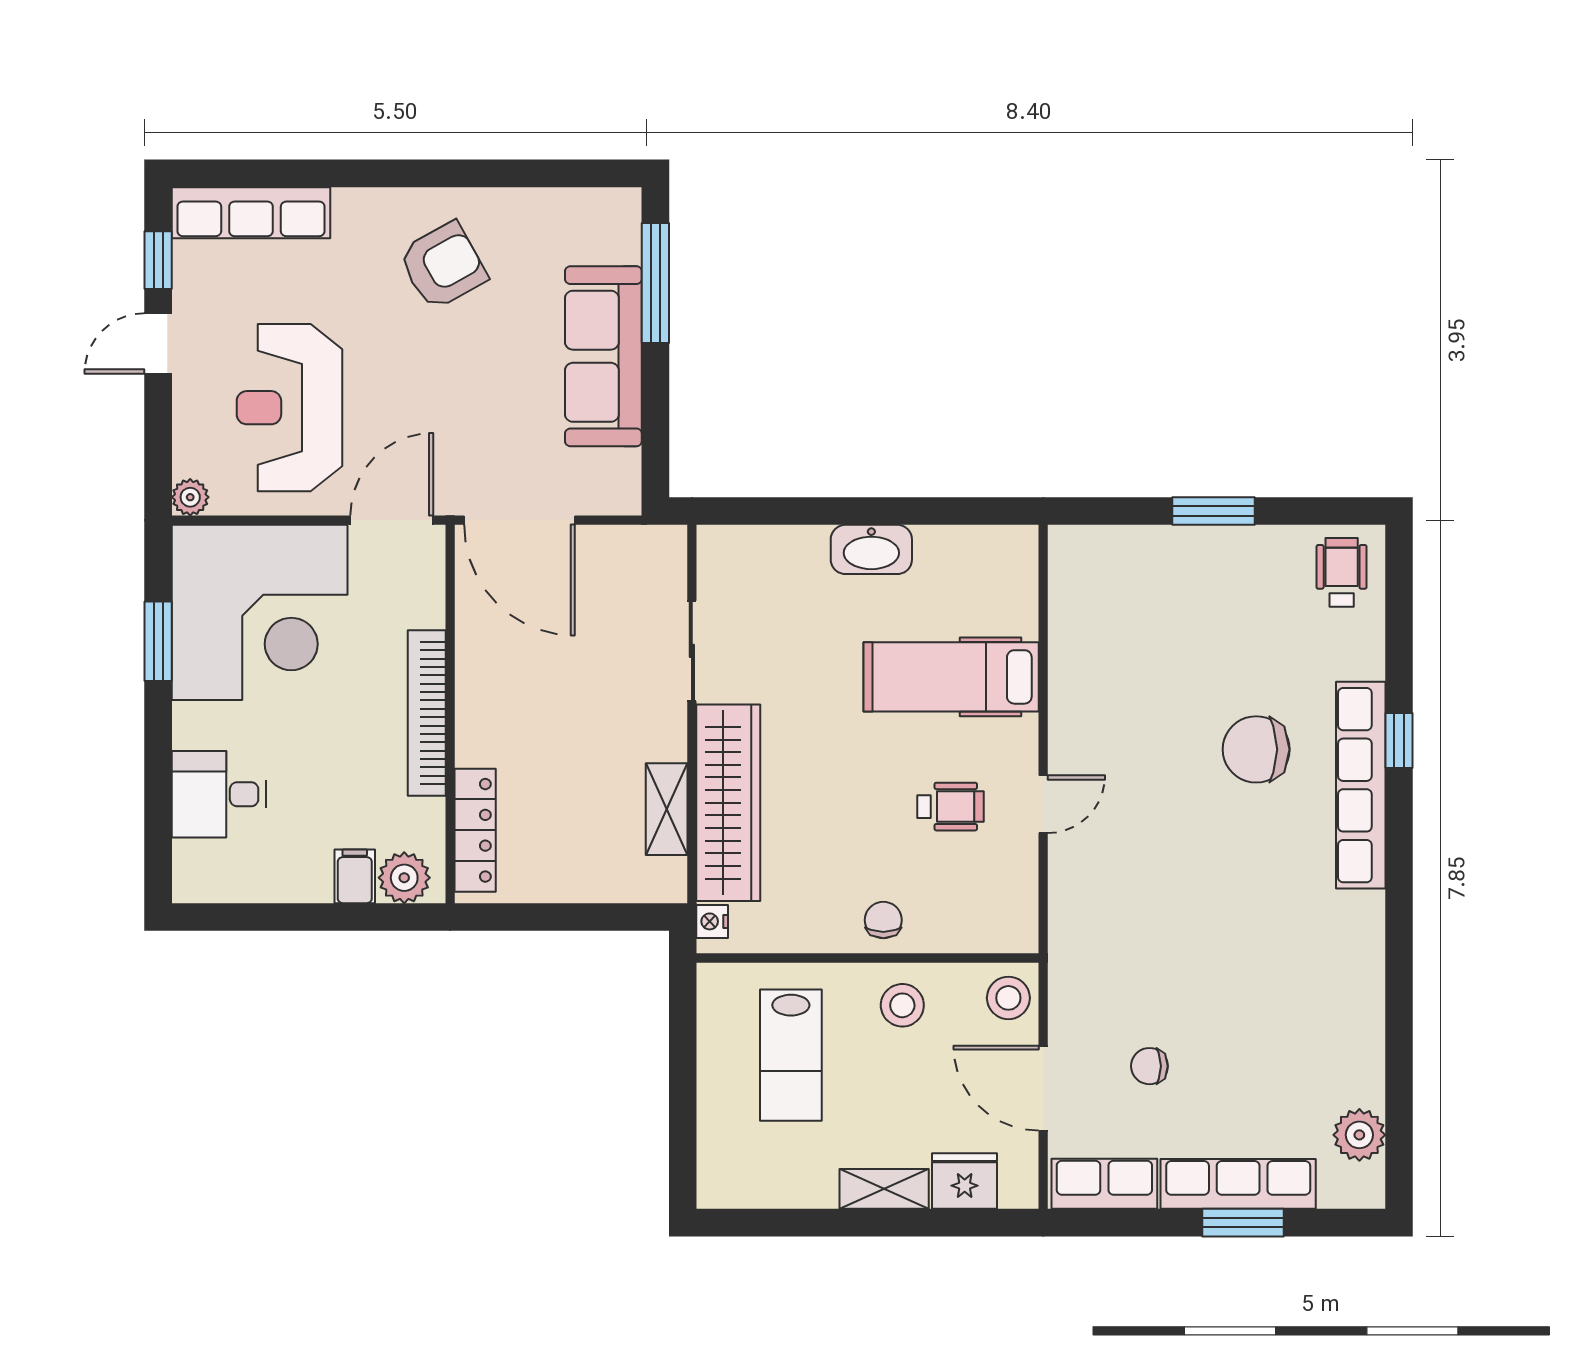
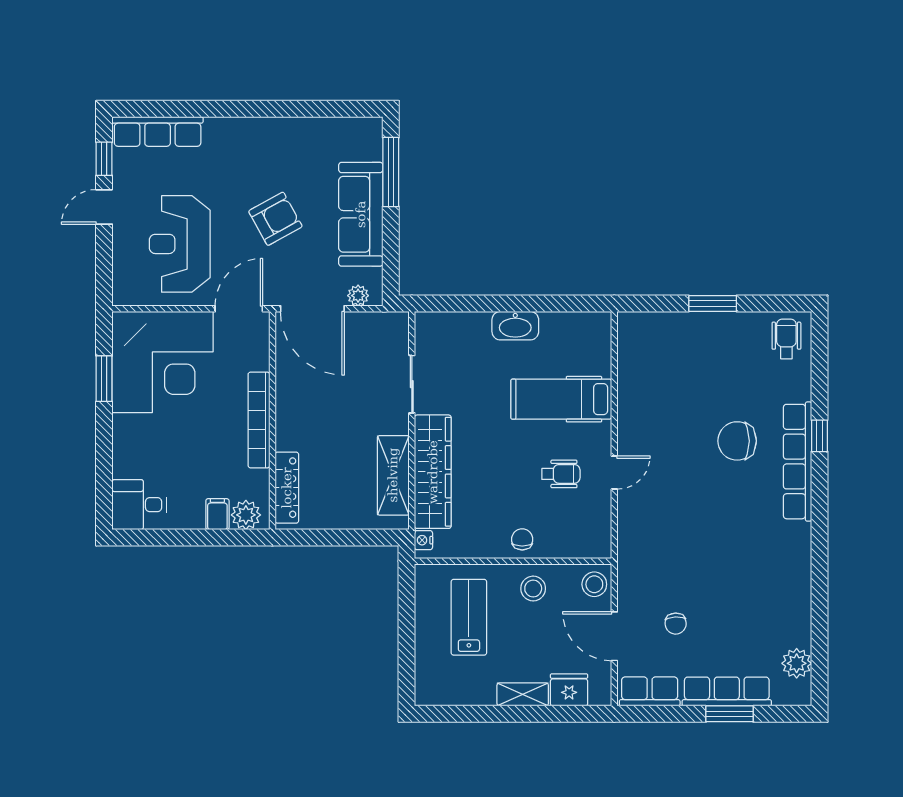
armchair: (443, 266) -> (275, 219), moved
plant: (190, 497) -> (358, 296), moved
desk: (219, 794) -> (139, 505), moved
shelving: (667, 809) -> (393, 475), width x1.50, depth x1.33
lab bench: (791, 1055) -> (469, 617), turned 180
chair: (1149, 1066) -> (676, 624), turned -93

